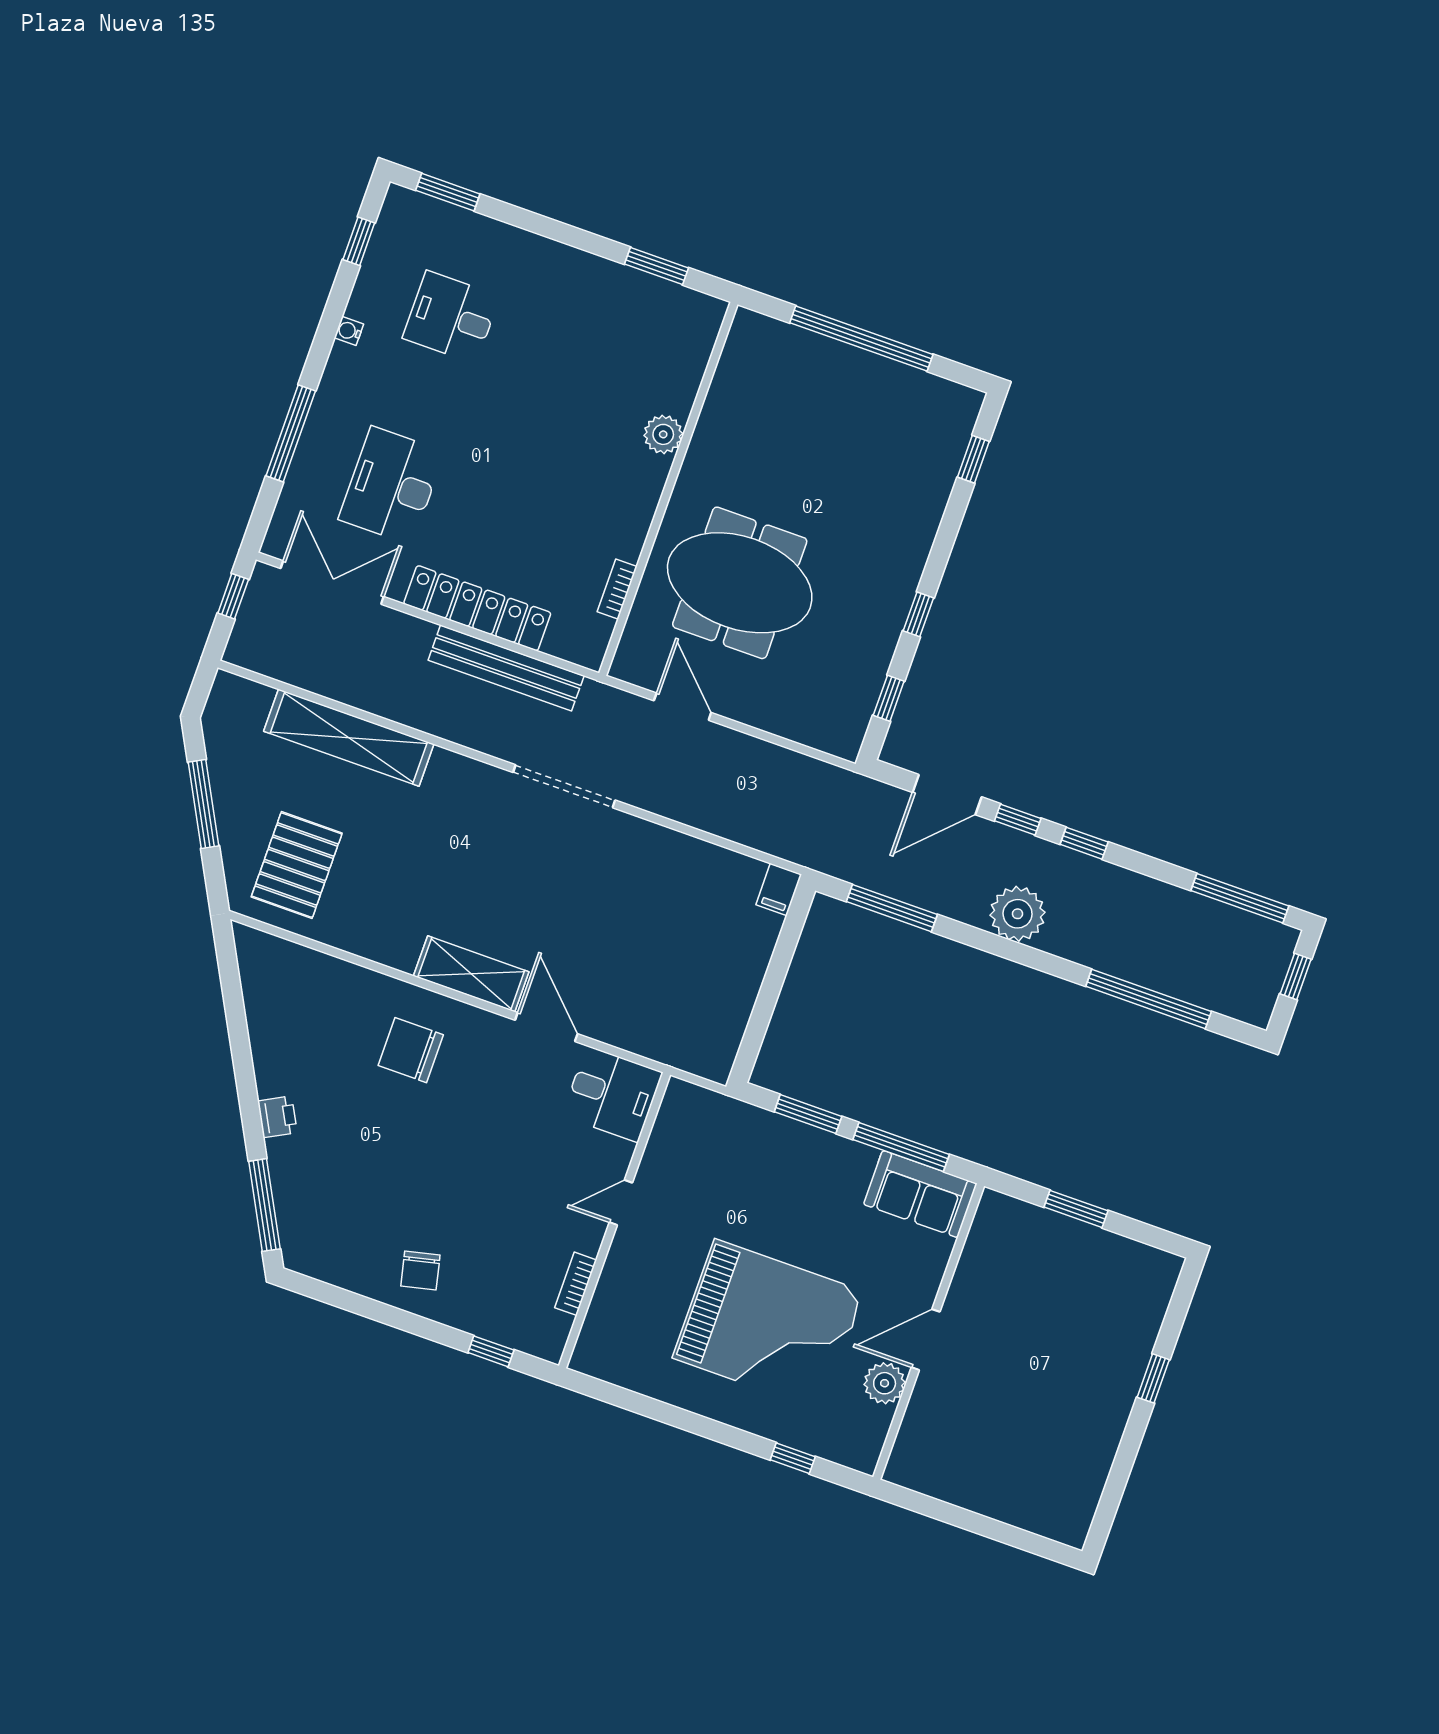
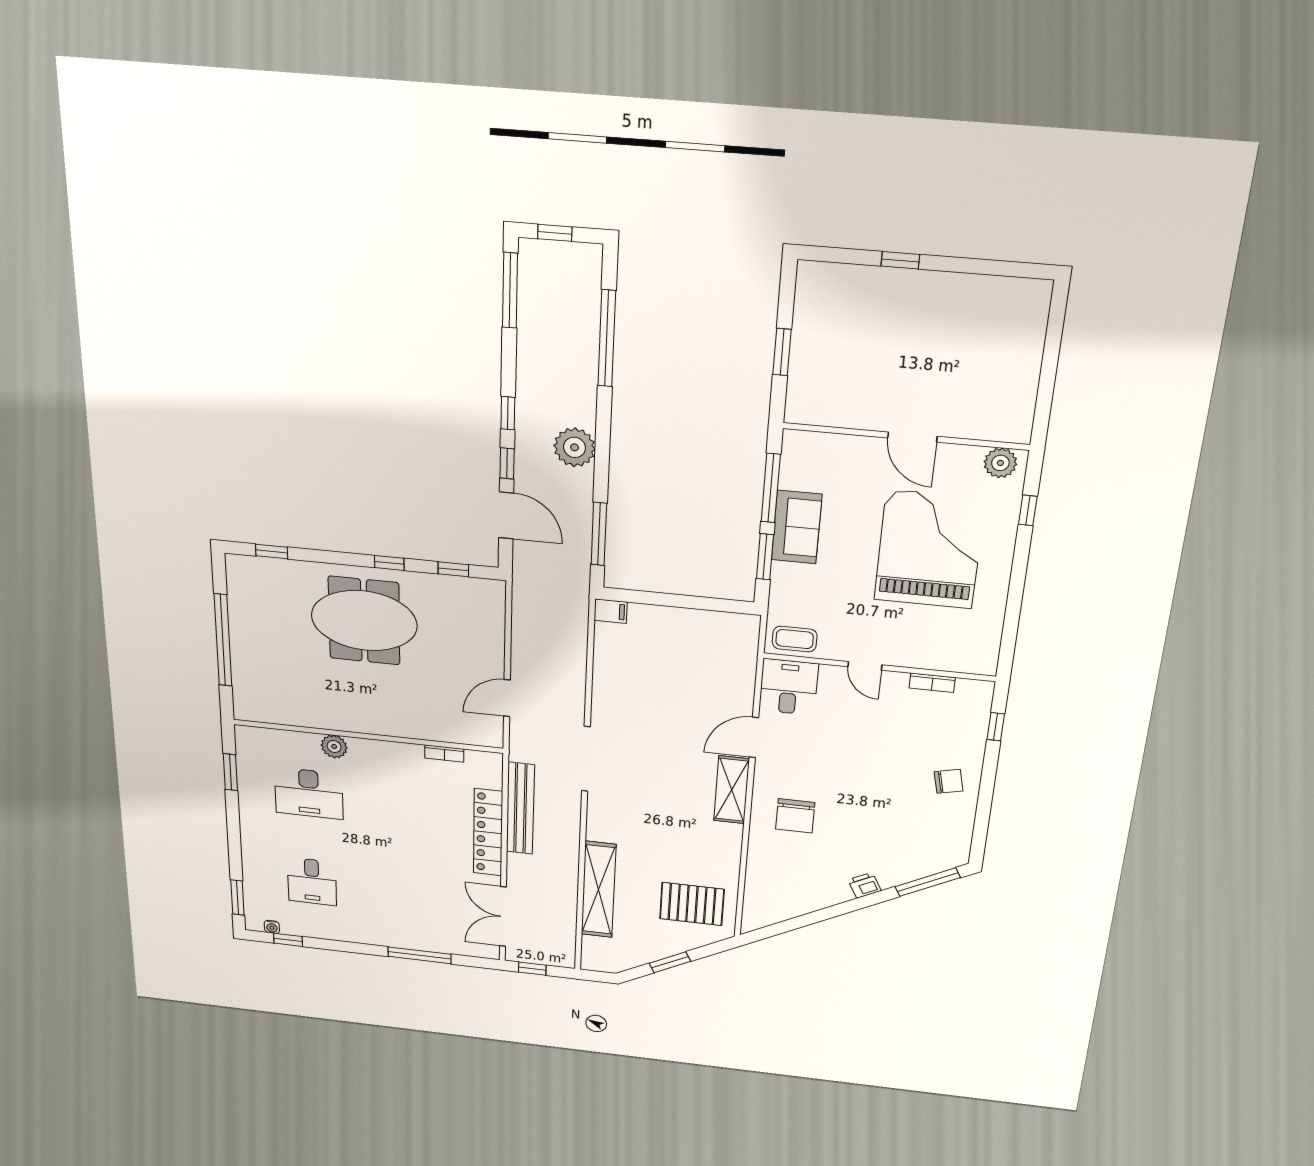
water cooler: (349, 331) -> (272, 927), moved
desk: (392, 485) -> (309, 793), moved
meeting table: (740, 583) -> (364, 621), moved, turned 90
window: (204, 804) -> (670, 962), width x0.69
coffee table: (681, 1121) -> (795, 639), added
sofa: (920, 1194) -> (797, 527), moved
plant: (885, 1383) -> (1000, 463), moved

